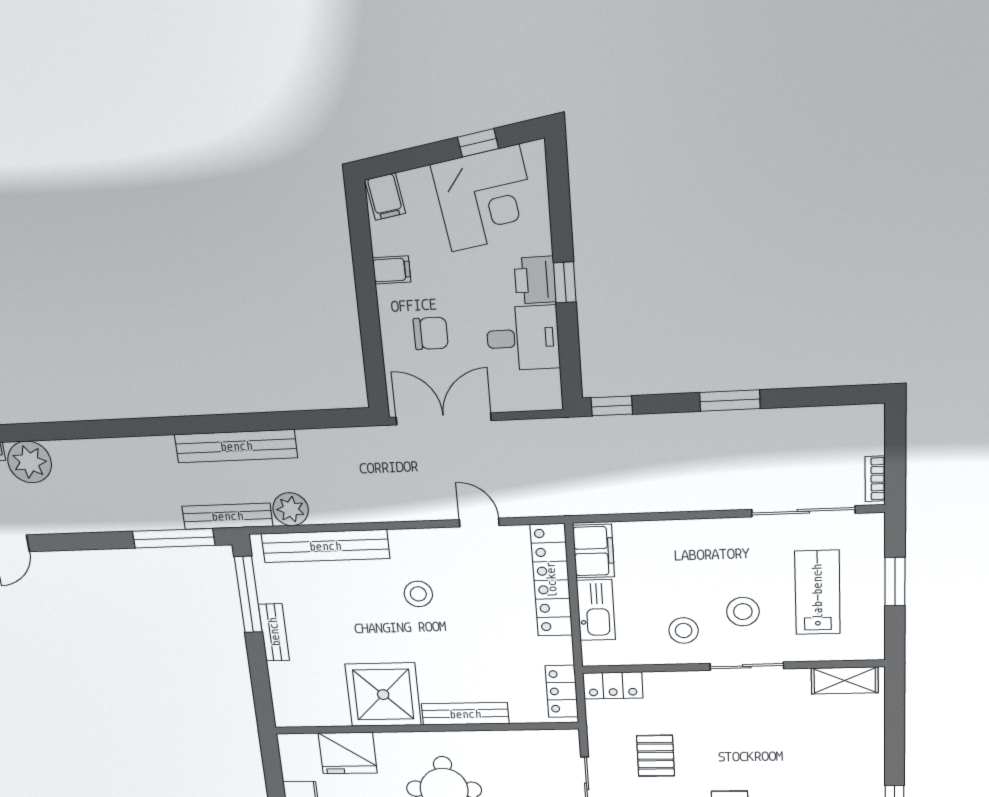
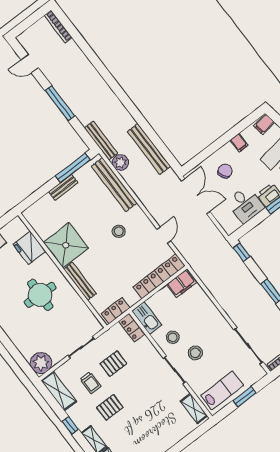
chair: (431, 333) -> (225, 171), turned -117
bench: (236, 446) -> (149, 149), moved
plant: (30, 462) -> (71, 53), removed
window: (174, 538) -> (60, 103), moved
lab bench: (817, 592) -> (222, 390), moved
kitchen sink: (596, 610) -> (147, 318), moved, turned -90

